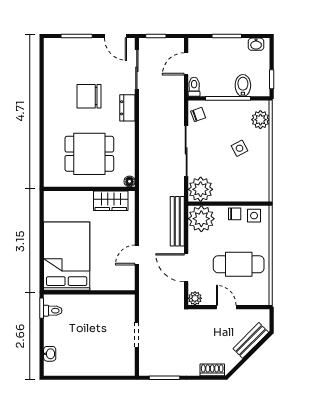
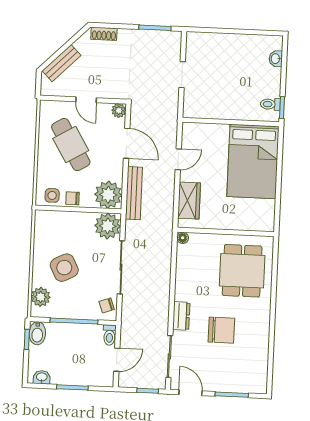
bidet: (243, 85) -> (37, 333), moved
side table: (240, 148) -> (64, 268), width x1.87, depth x1.87
dining table: (89, 154) -> (242, 271), moved, turned 90
wardrobe: (111, 201) -> (189, 201), moved, turned 90
cafe table: (239, 264) -> (71, 145), turned 59

